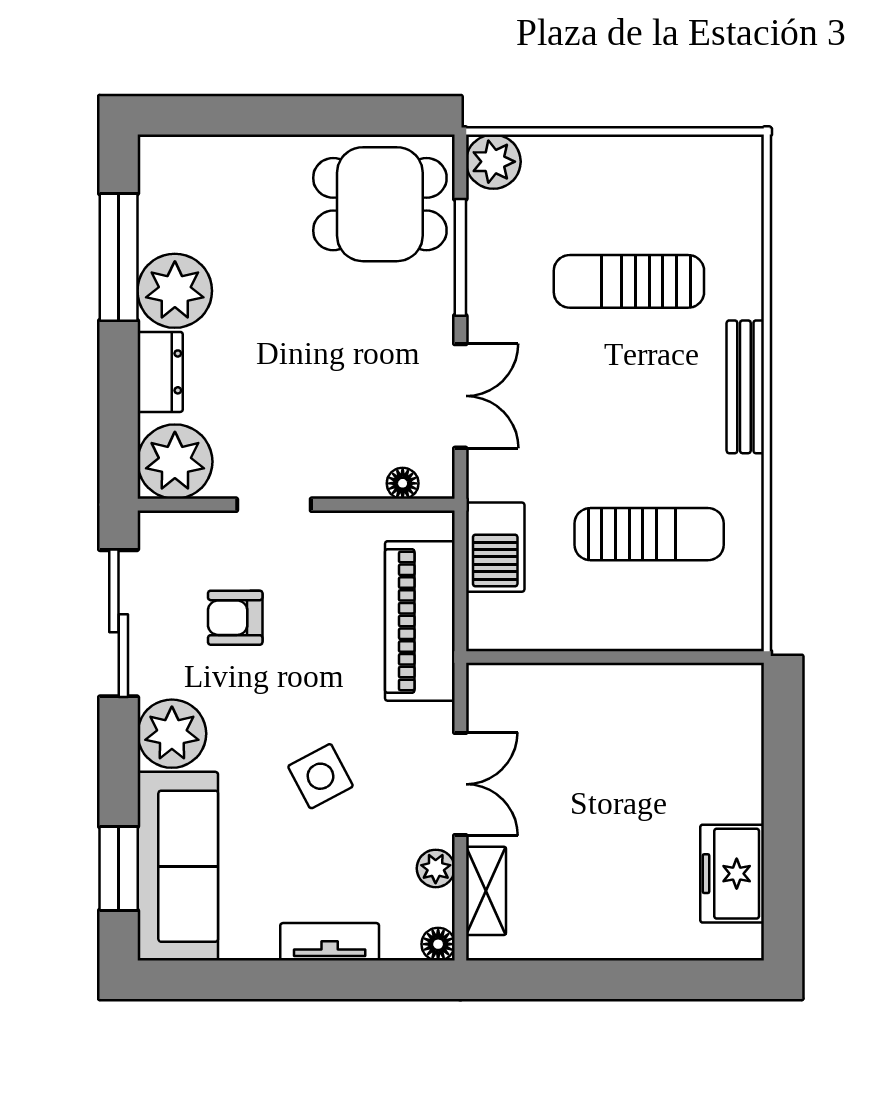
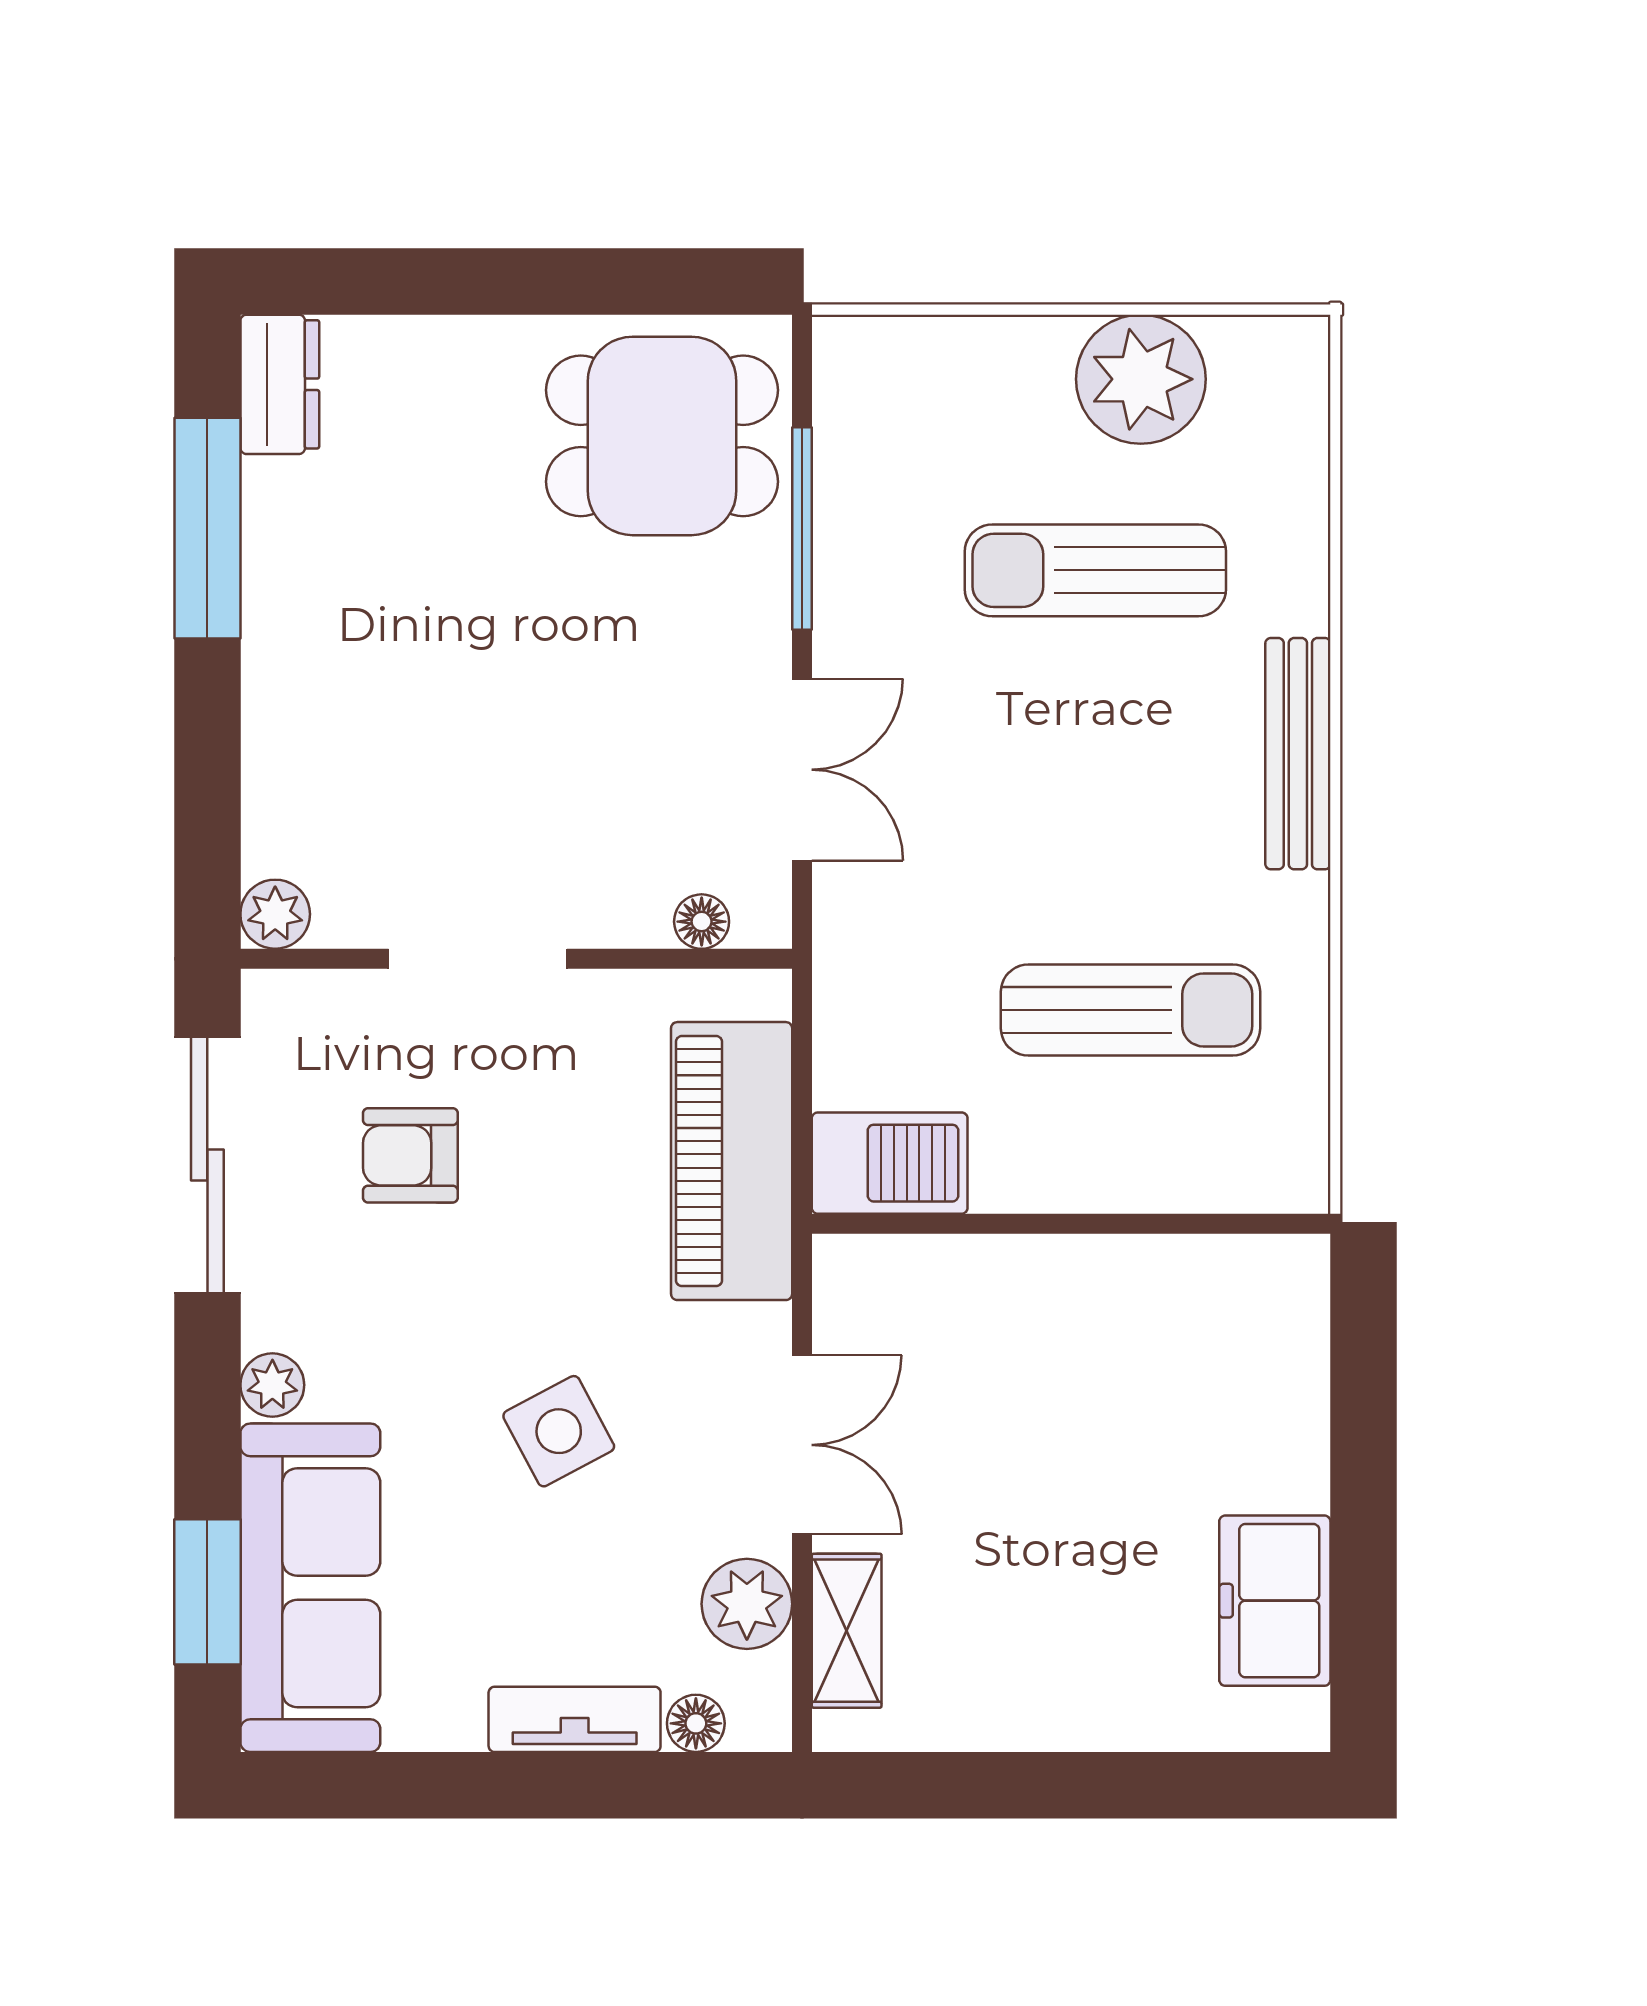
plant: (493, 162) -> (1141, 379), moved, width x1.36, depth x1.36
plant: (175, 291) -> (305, 587), removed
dresser: (160, 372) -> (280, 384), moved
plant: (175, 462) -> (275, 914), width x0.53, depth x0.53
doorway: (274, 505) -> (478, 959), width x1.38
barbecue: (495, 547) -> (890, 1163), moved, turned -90
plant: (172, 734) -> (272, 1385), width x0.53, depth x0.53
plant: (436, 868) -> (747, 1604), width x1.38, depth x1.38
floor lamp: (438, 944) -> (696, 1723), moved

